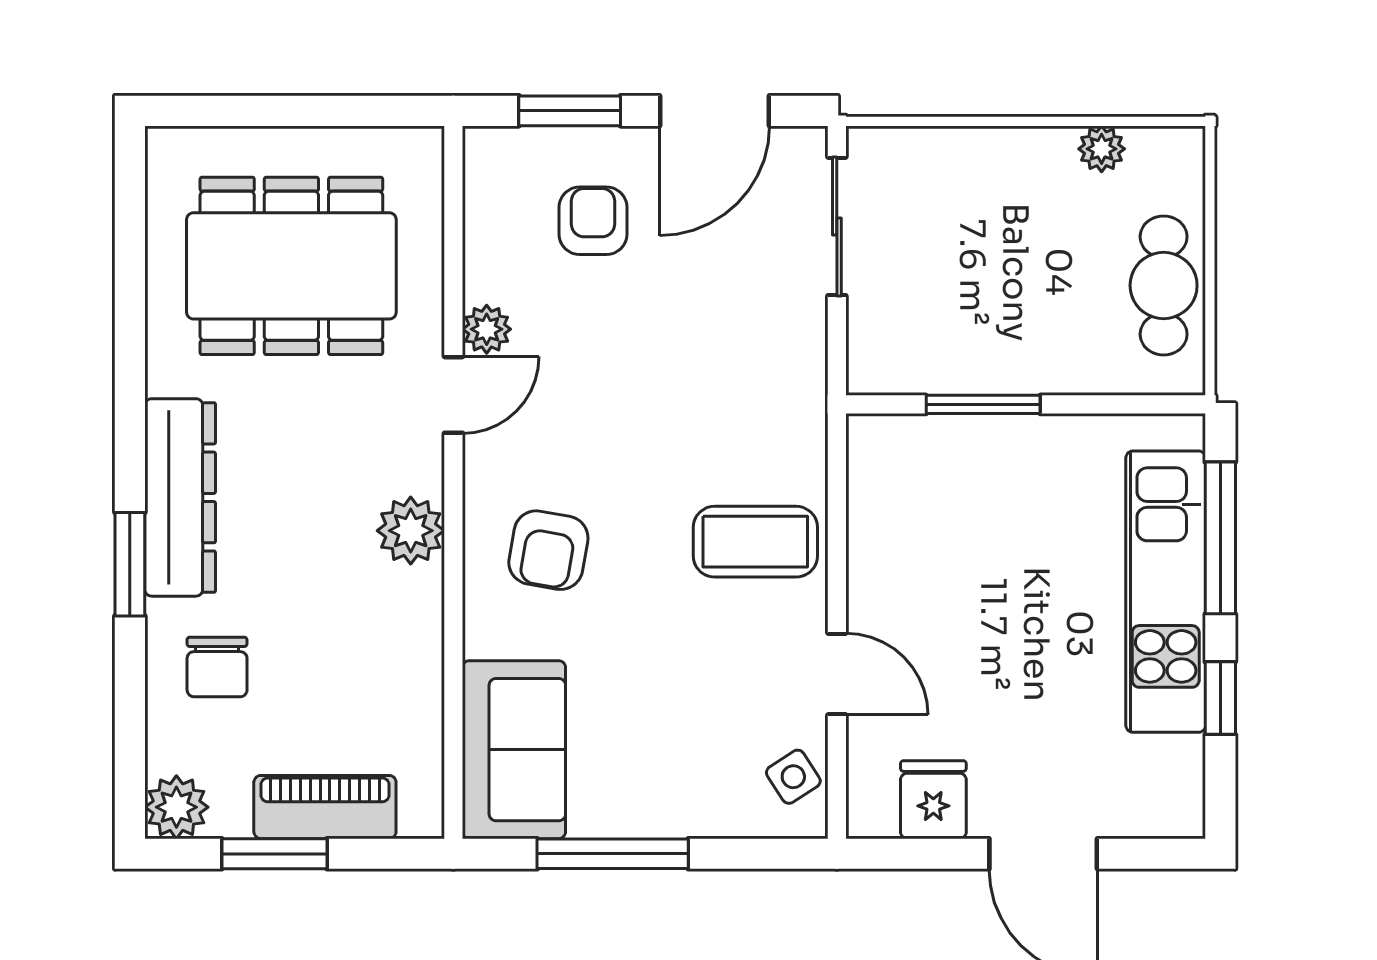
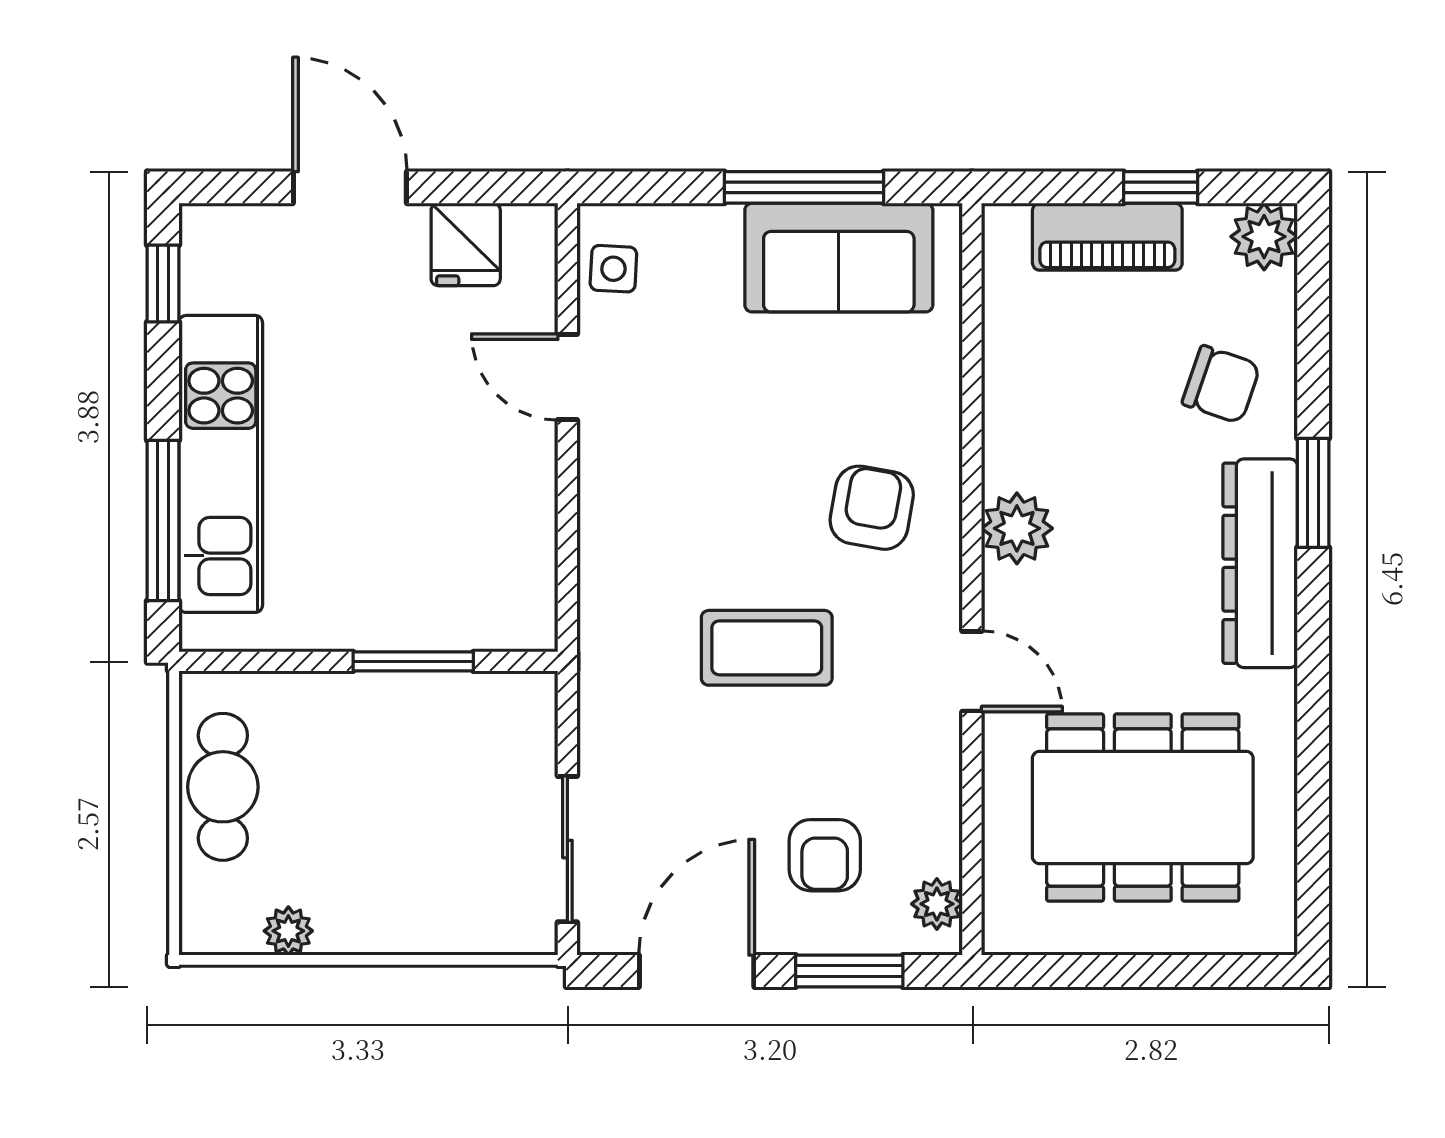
plant: (487, 329) -> (937, 904), moved
door: (453, 395) -> (972, 671), swing flipped
coffee table: (755, 542) -> (767, 648), moved
chair: (217, 667) -> (1221, 384), turned 109
window: (1220, 698) -> (163, 283), moved
sofa: (514, 750) -> (839, 258), moved, turned -90
side table: (793, 777) -> (613, 269), turned 36
window: (274, 854) -> (1161, 187), width x0.67

